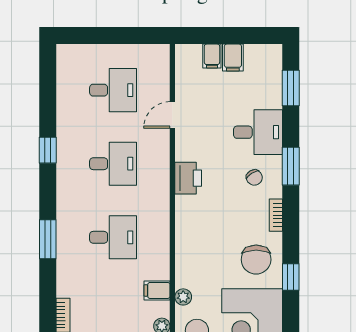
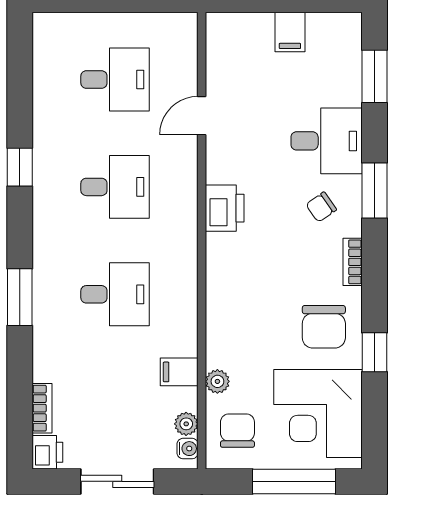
filing cabinet: (212, 56) -> (259, 30), removed
chair: (254, 177) -> (321, 207), turned 87

